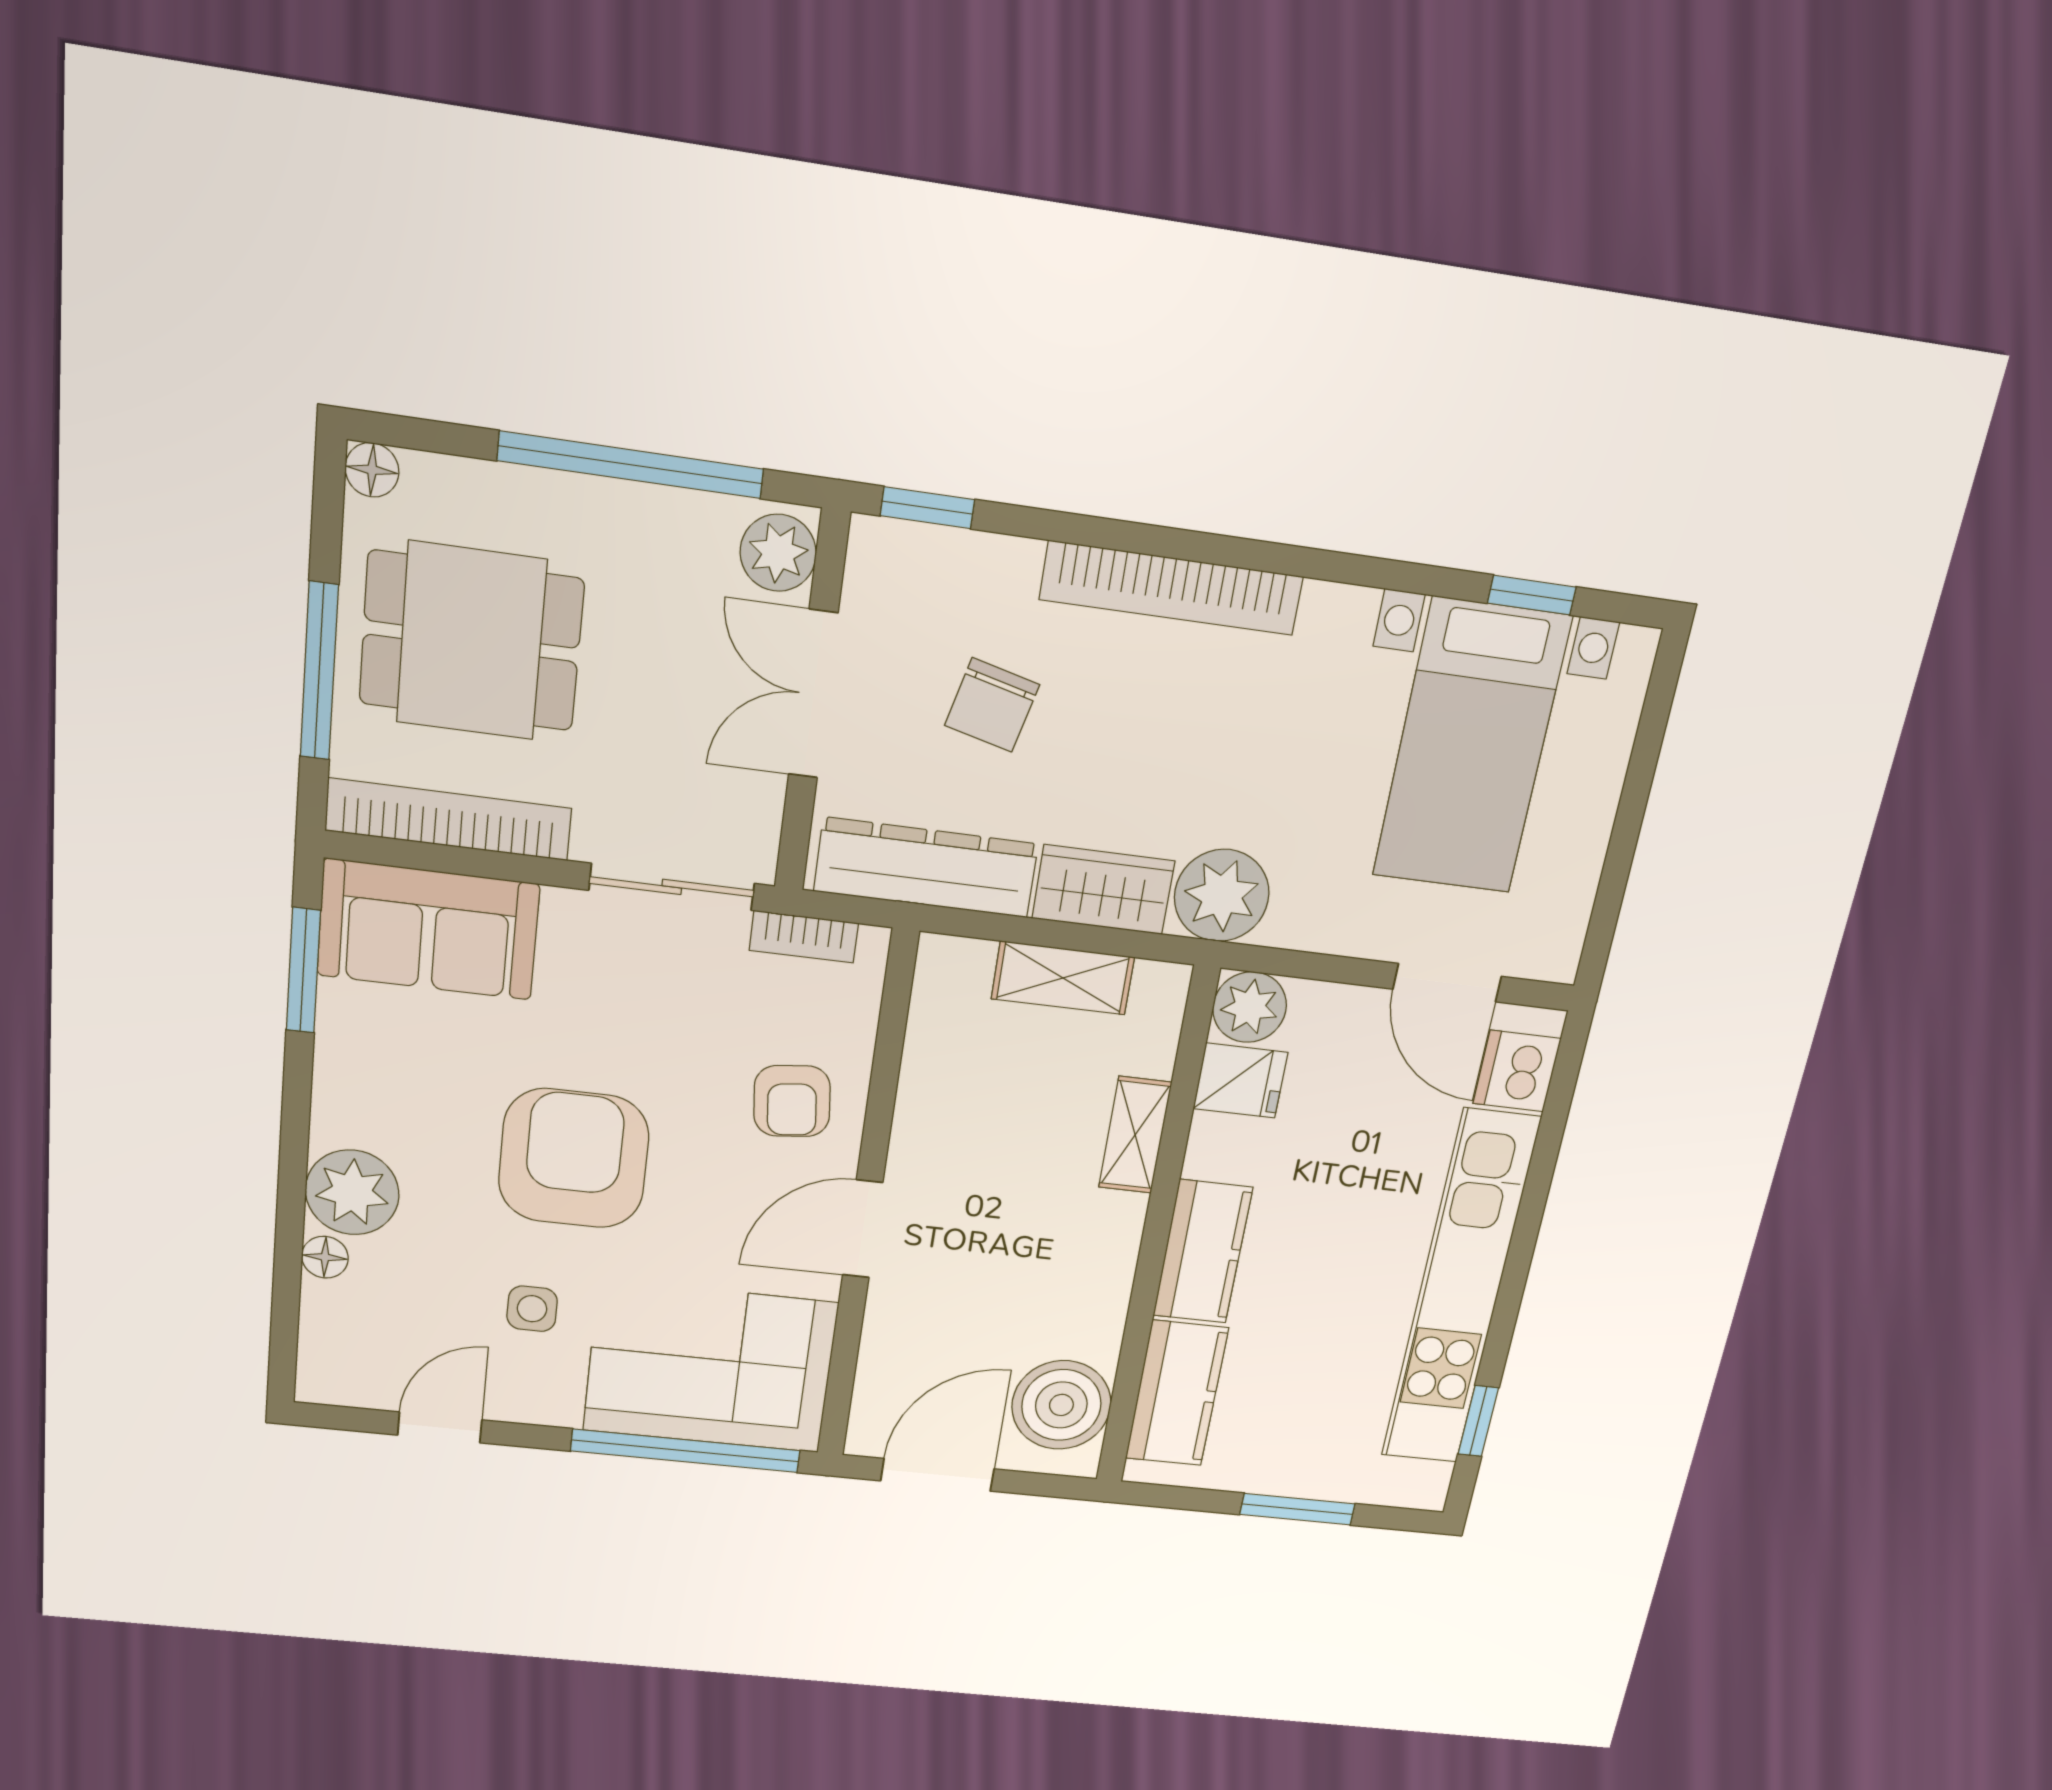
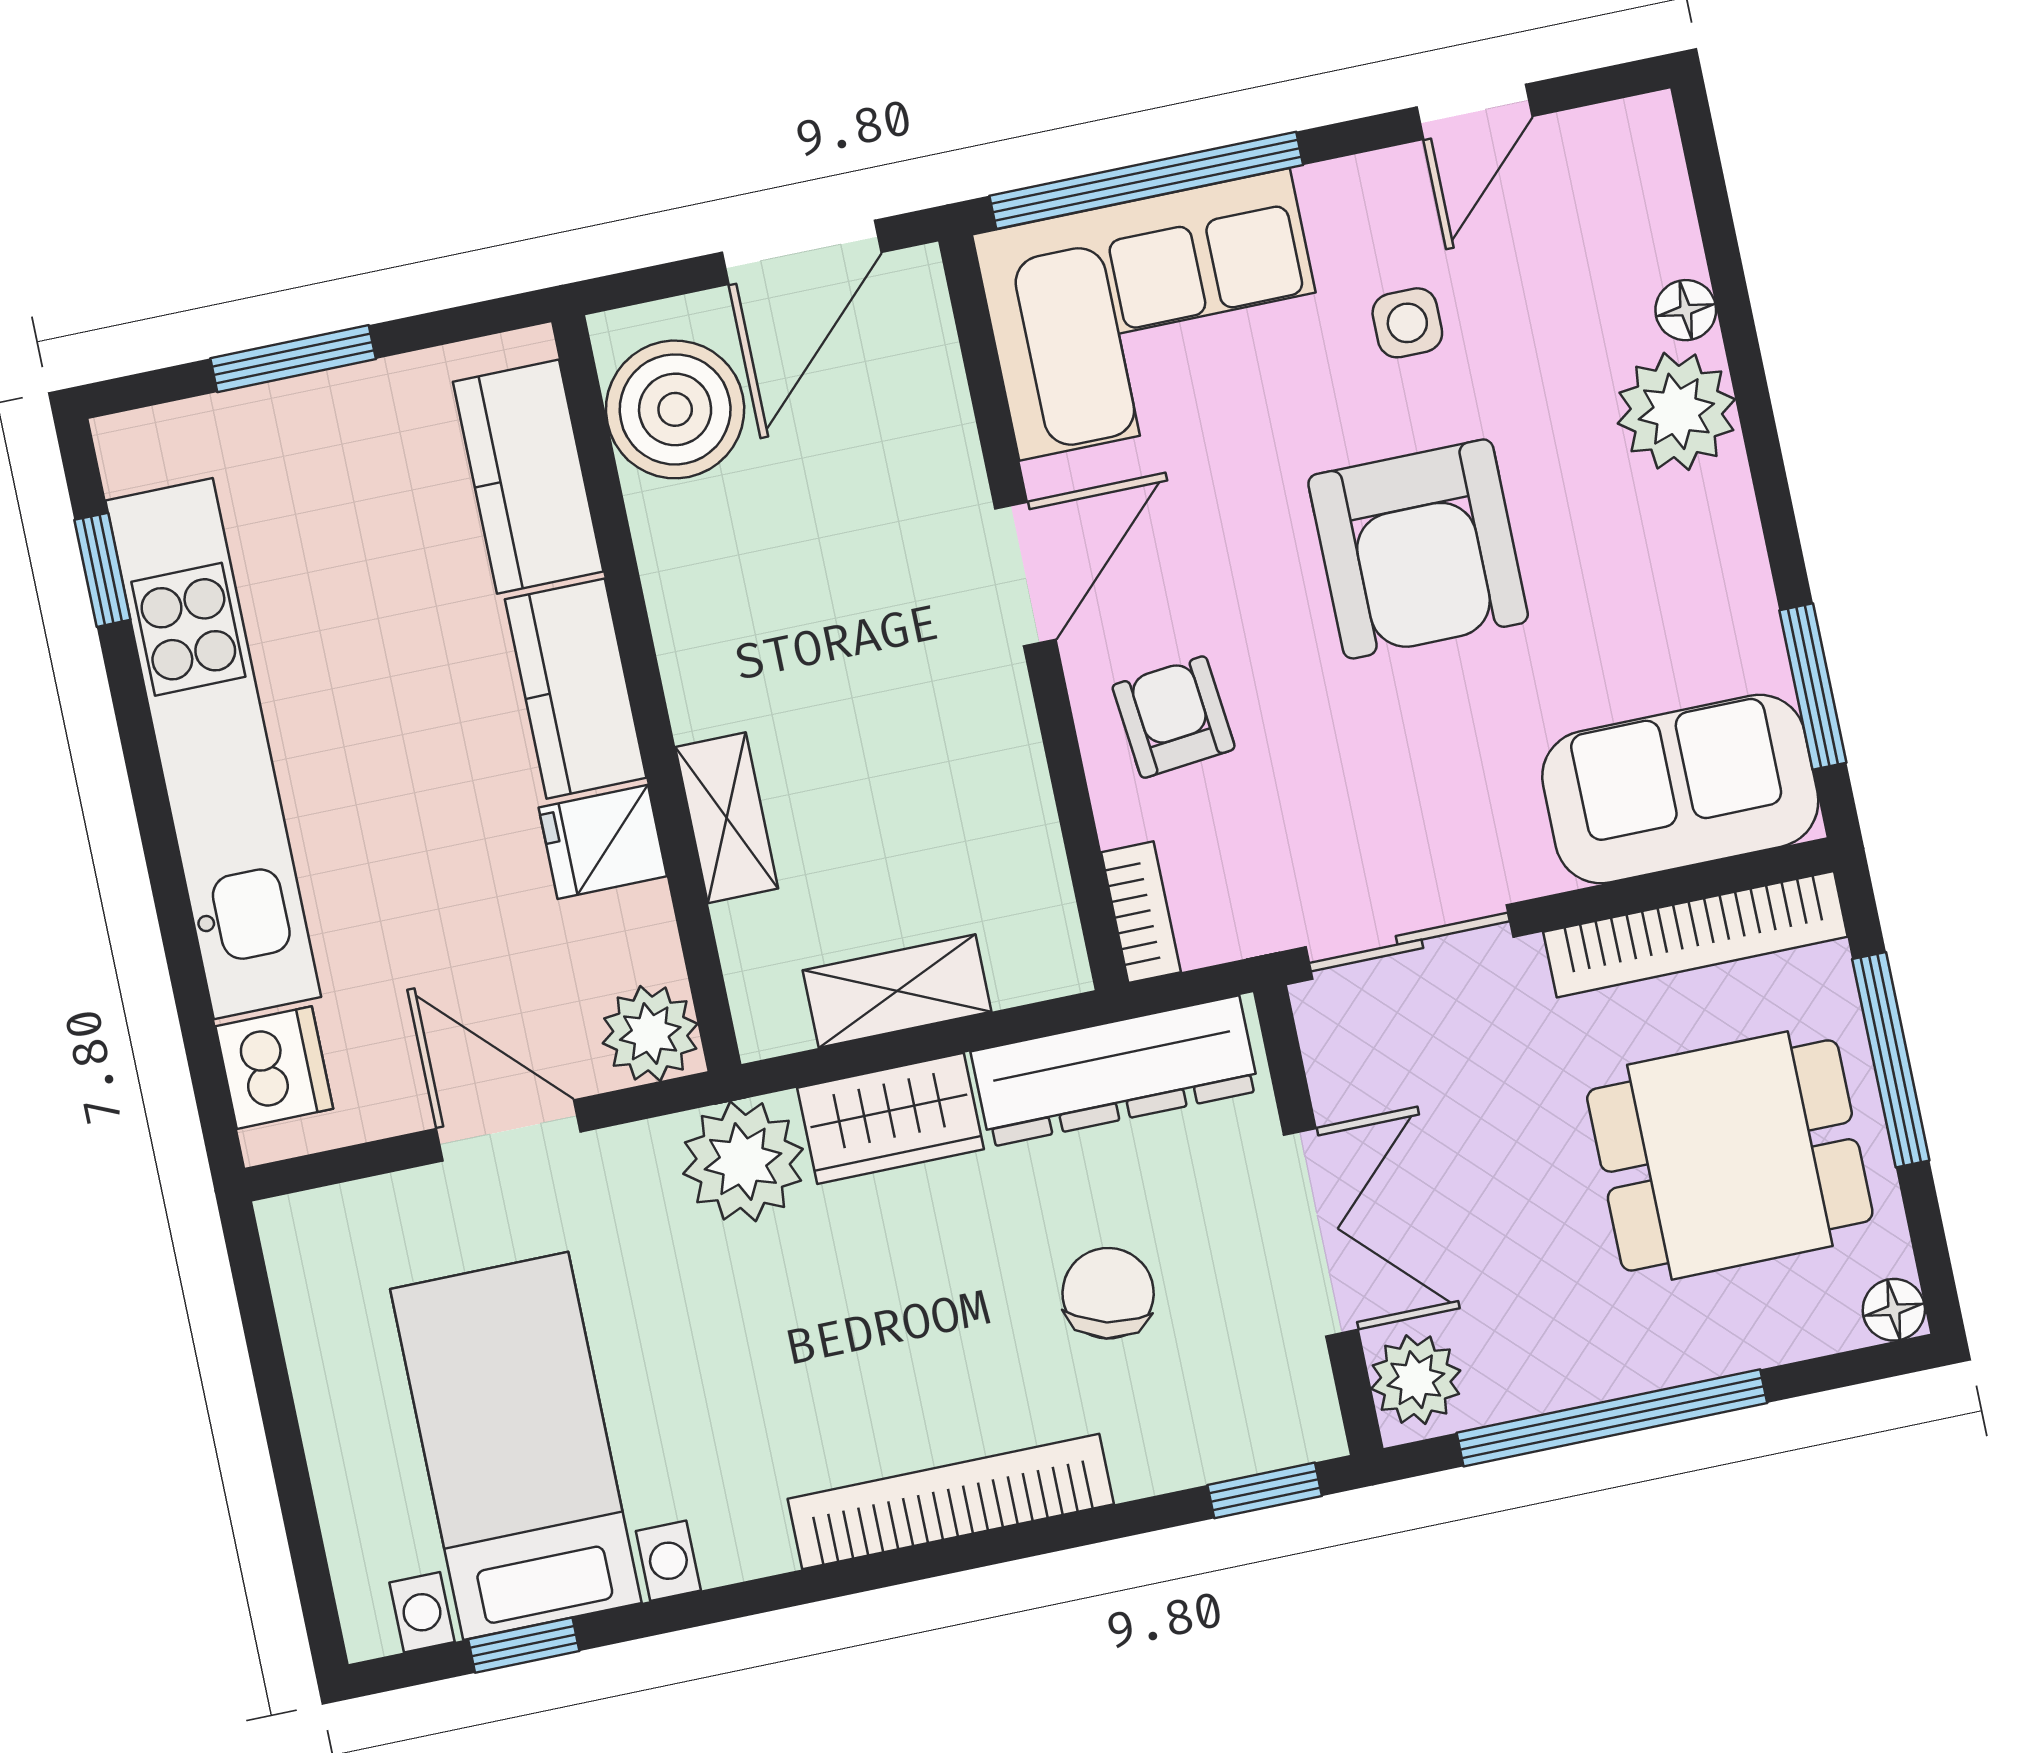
bookcase: (804, 937) -> (1141, 912), moved, turned 90
door: (1447, 983) -> (508, 1130), moved
fridge: (1240, 1081) -> (603, 842), moved

